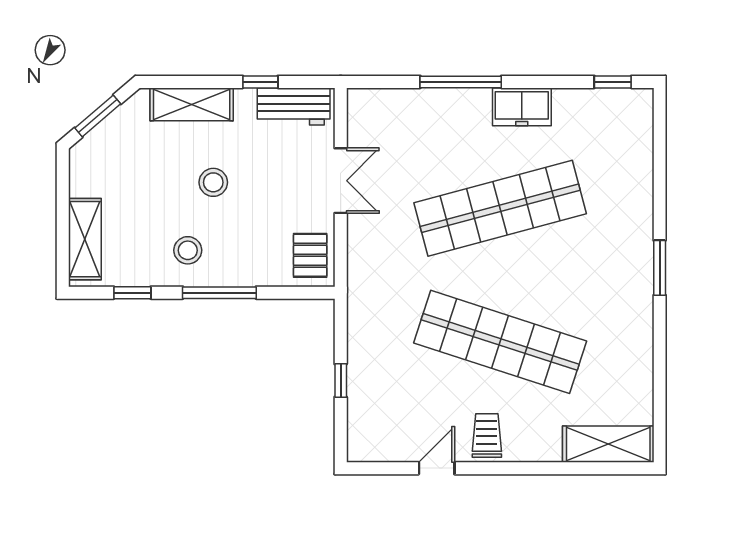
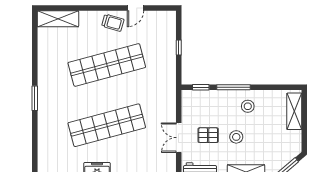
pallet: (310, 255) -> (208, 135), moved, turned 90
window: (132, 293) -> (201, 87), moved
shop shelf: (500, 342) -> (107, 65), turned -33
trolley: (487, 435) -> (113, 23), turned -74

